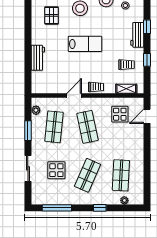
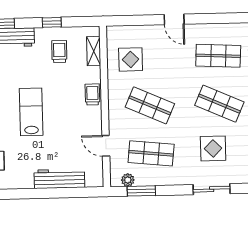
workbench: (38, 58) -> (59, 179), width x1.38
door: (74, 95) -> (106, 146), moved
door: (147, 116) -> (174, 19), moved
shop shelf: (87, 127) -> (150, 105), turned 36
window: (28, 131) -> (141, 191), moved

